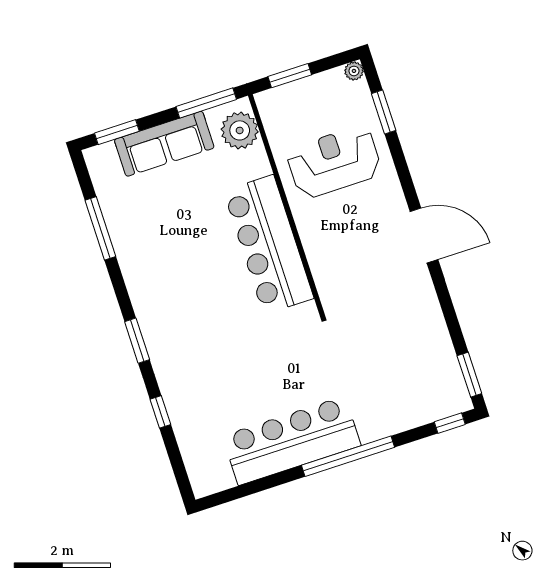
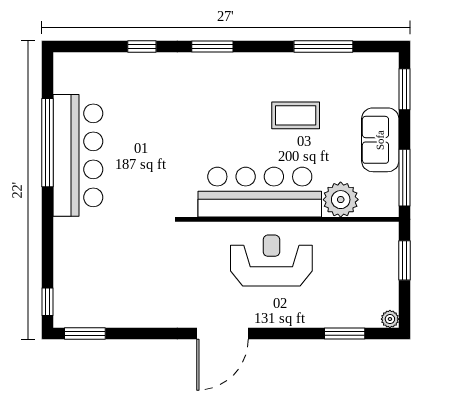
plant: (240, 130) -> (341, 200), moved
sofa: (164, 144) -> (380, 140), width x0.73
reception desk: (334, 162) -> (271, 261), moved, turned -90
coffee table: (179, 234) -> (296, 115), added
window: (348, 456) -> (47, 143), moved

